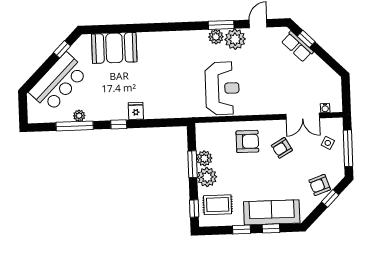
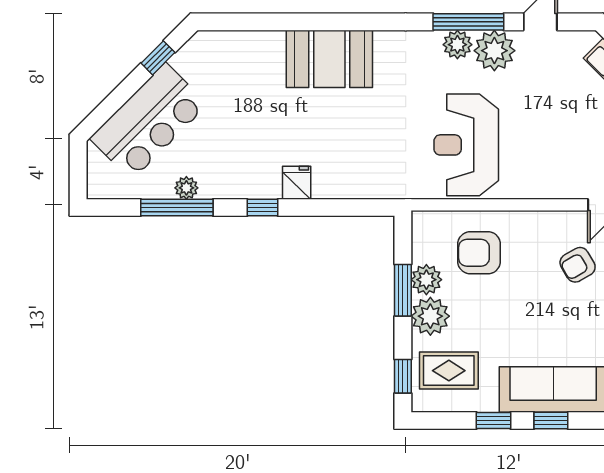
window: (221, 25) -> (468, 22), width x1.44
booth: (114, 48) -> (329, 59), moved
reception desk: (222, 88) -> (466, 145), turned 180
armchair: (247, 141) -> (479, 253), moved, turned 180

